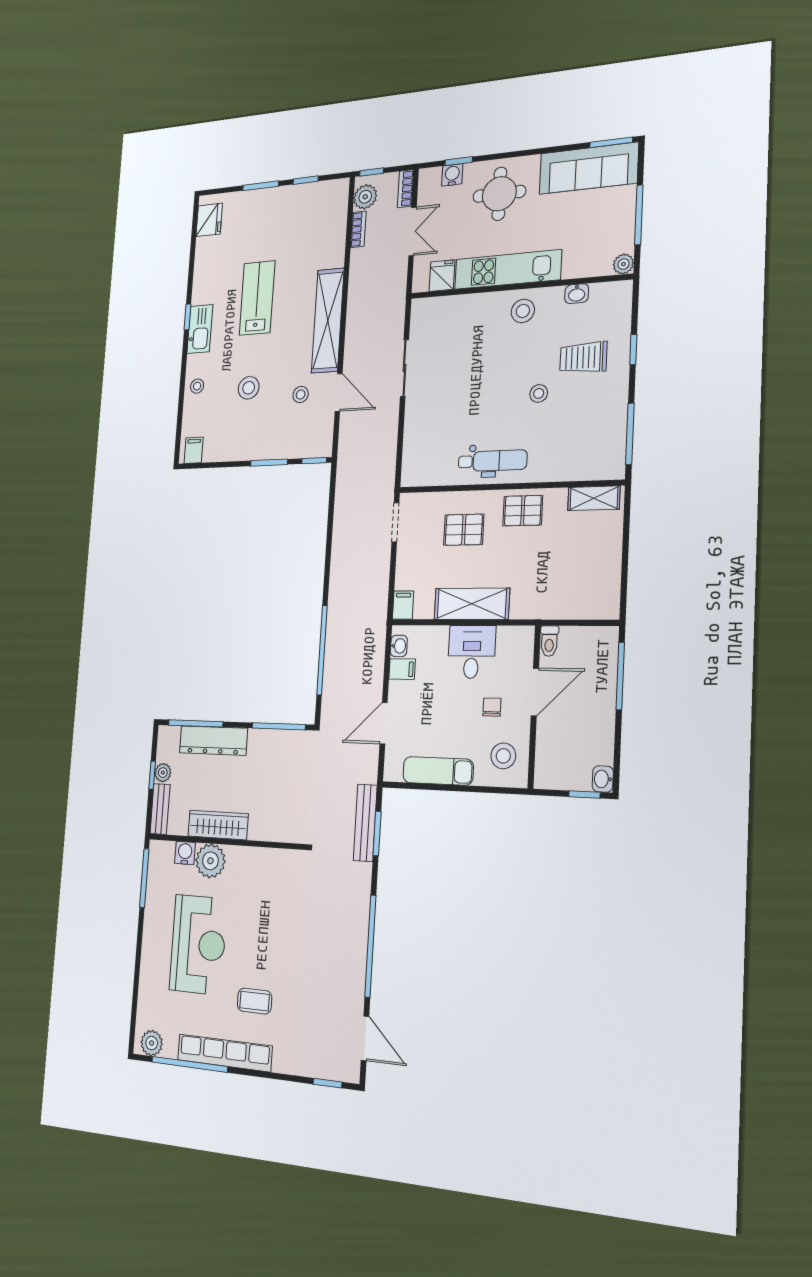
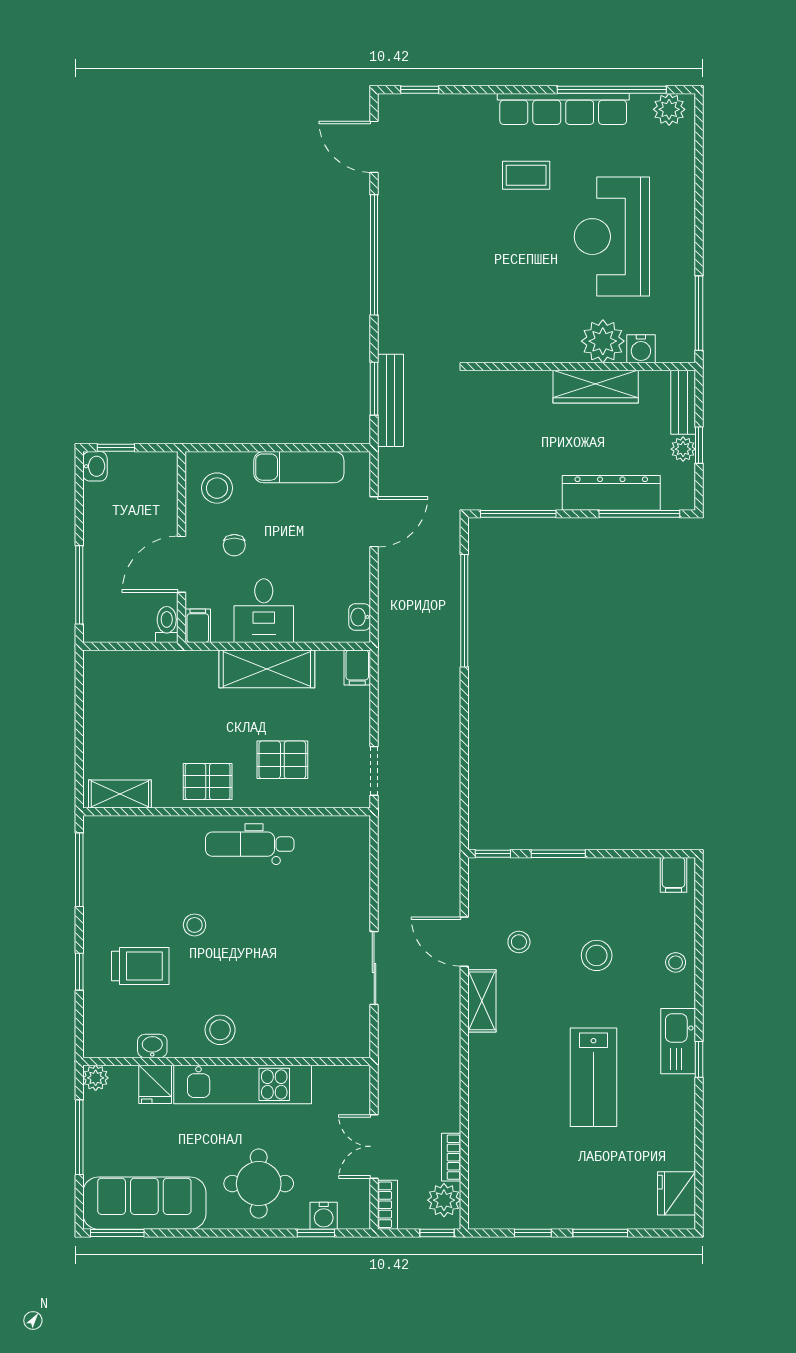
fridge: (442, 276) -> (155, 1084), moved
shelving: (328, 320) -> (482, 1001), width x0.45, depth x0.75
filing cabinet: (402, 669) -> (198, 626), moved, turned 90

